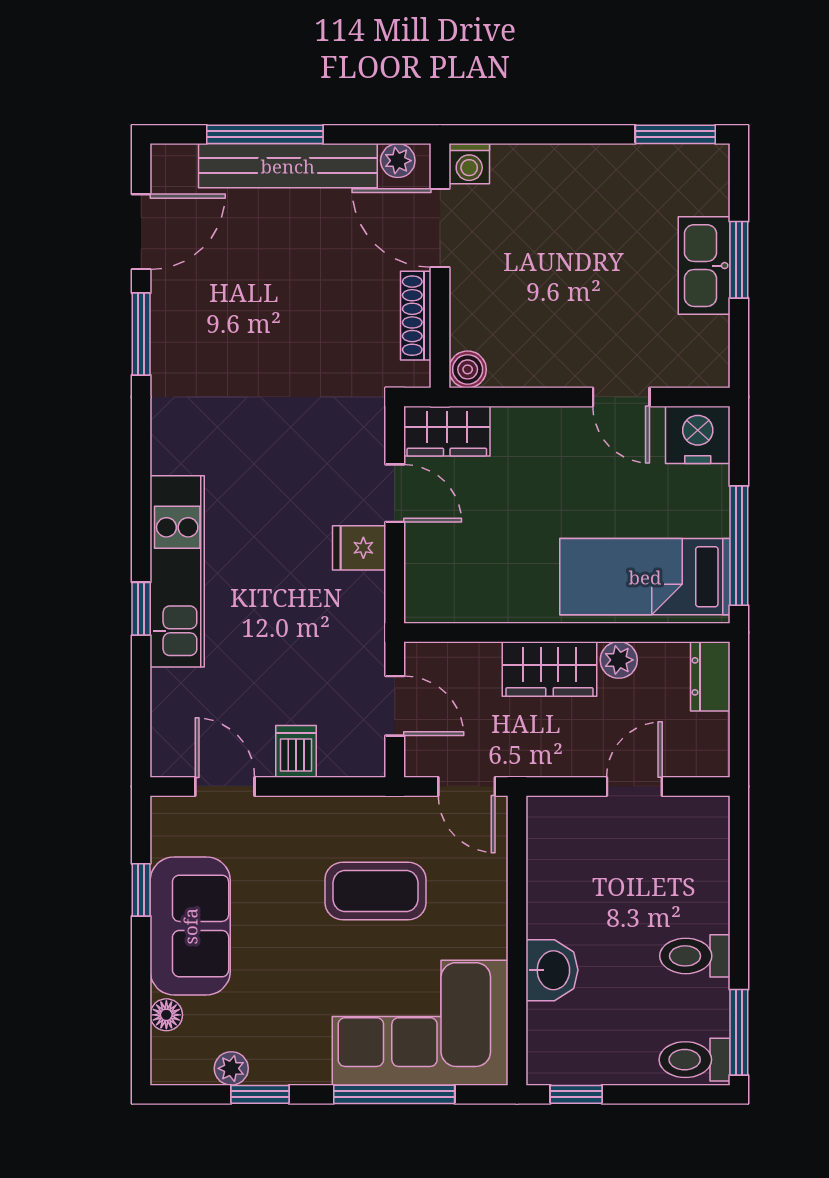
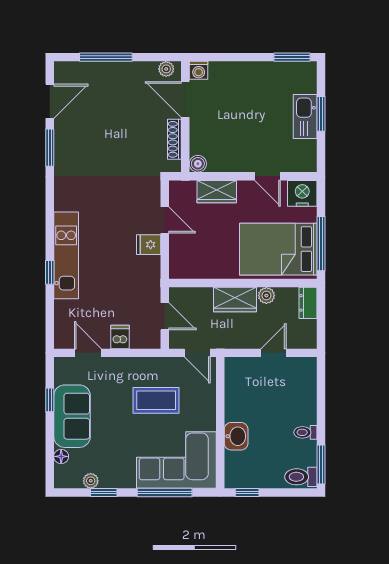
bench: (288, 166) -> (116, 71), removed
wardrobe: (447, 431) -> (217, 192), moved
bed: (645, 577) -> (278, 249), width x1.50
toilet: (695, 956) -> (305, 432), width x0.73, depth x0.72

